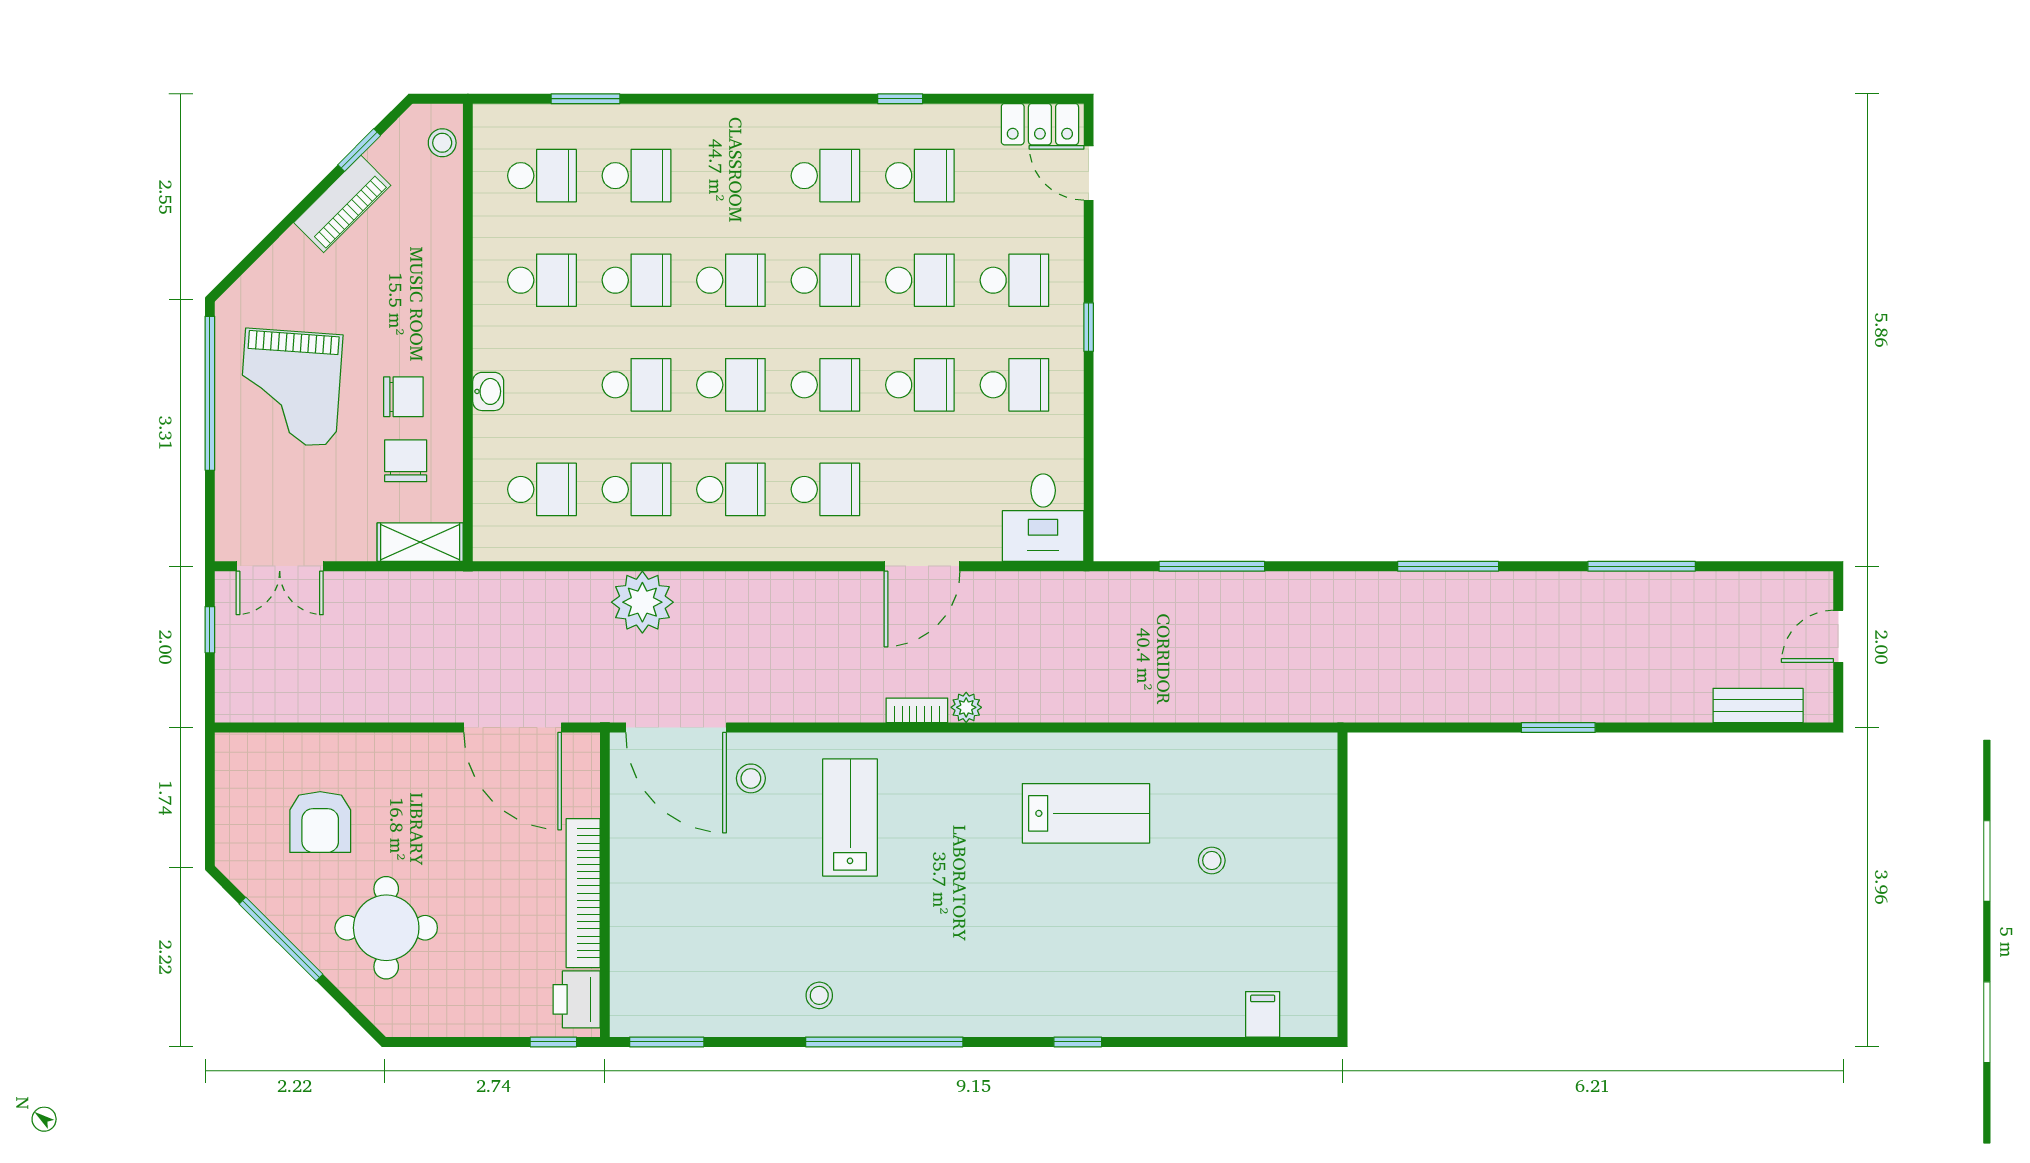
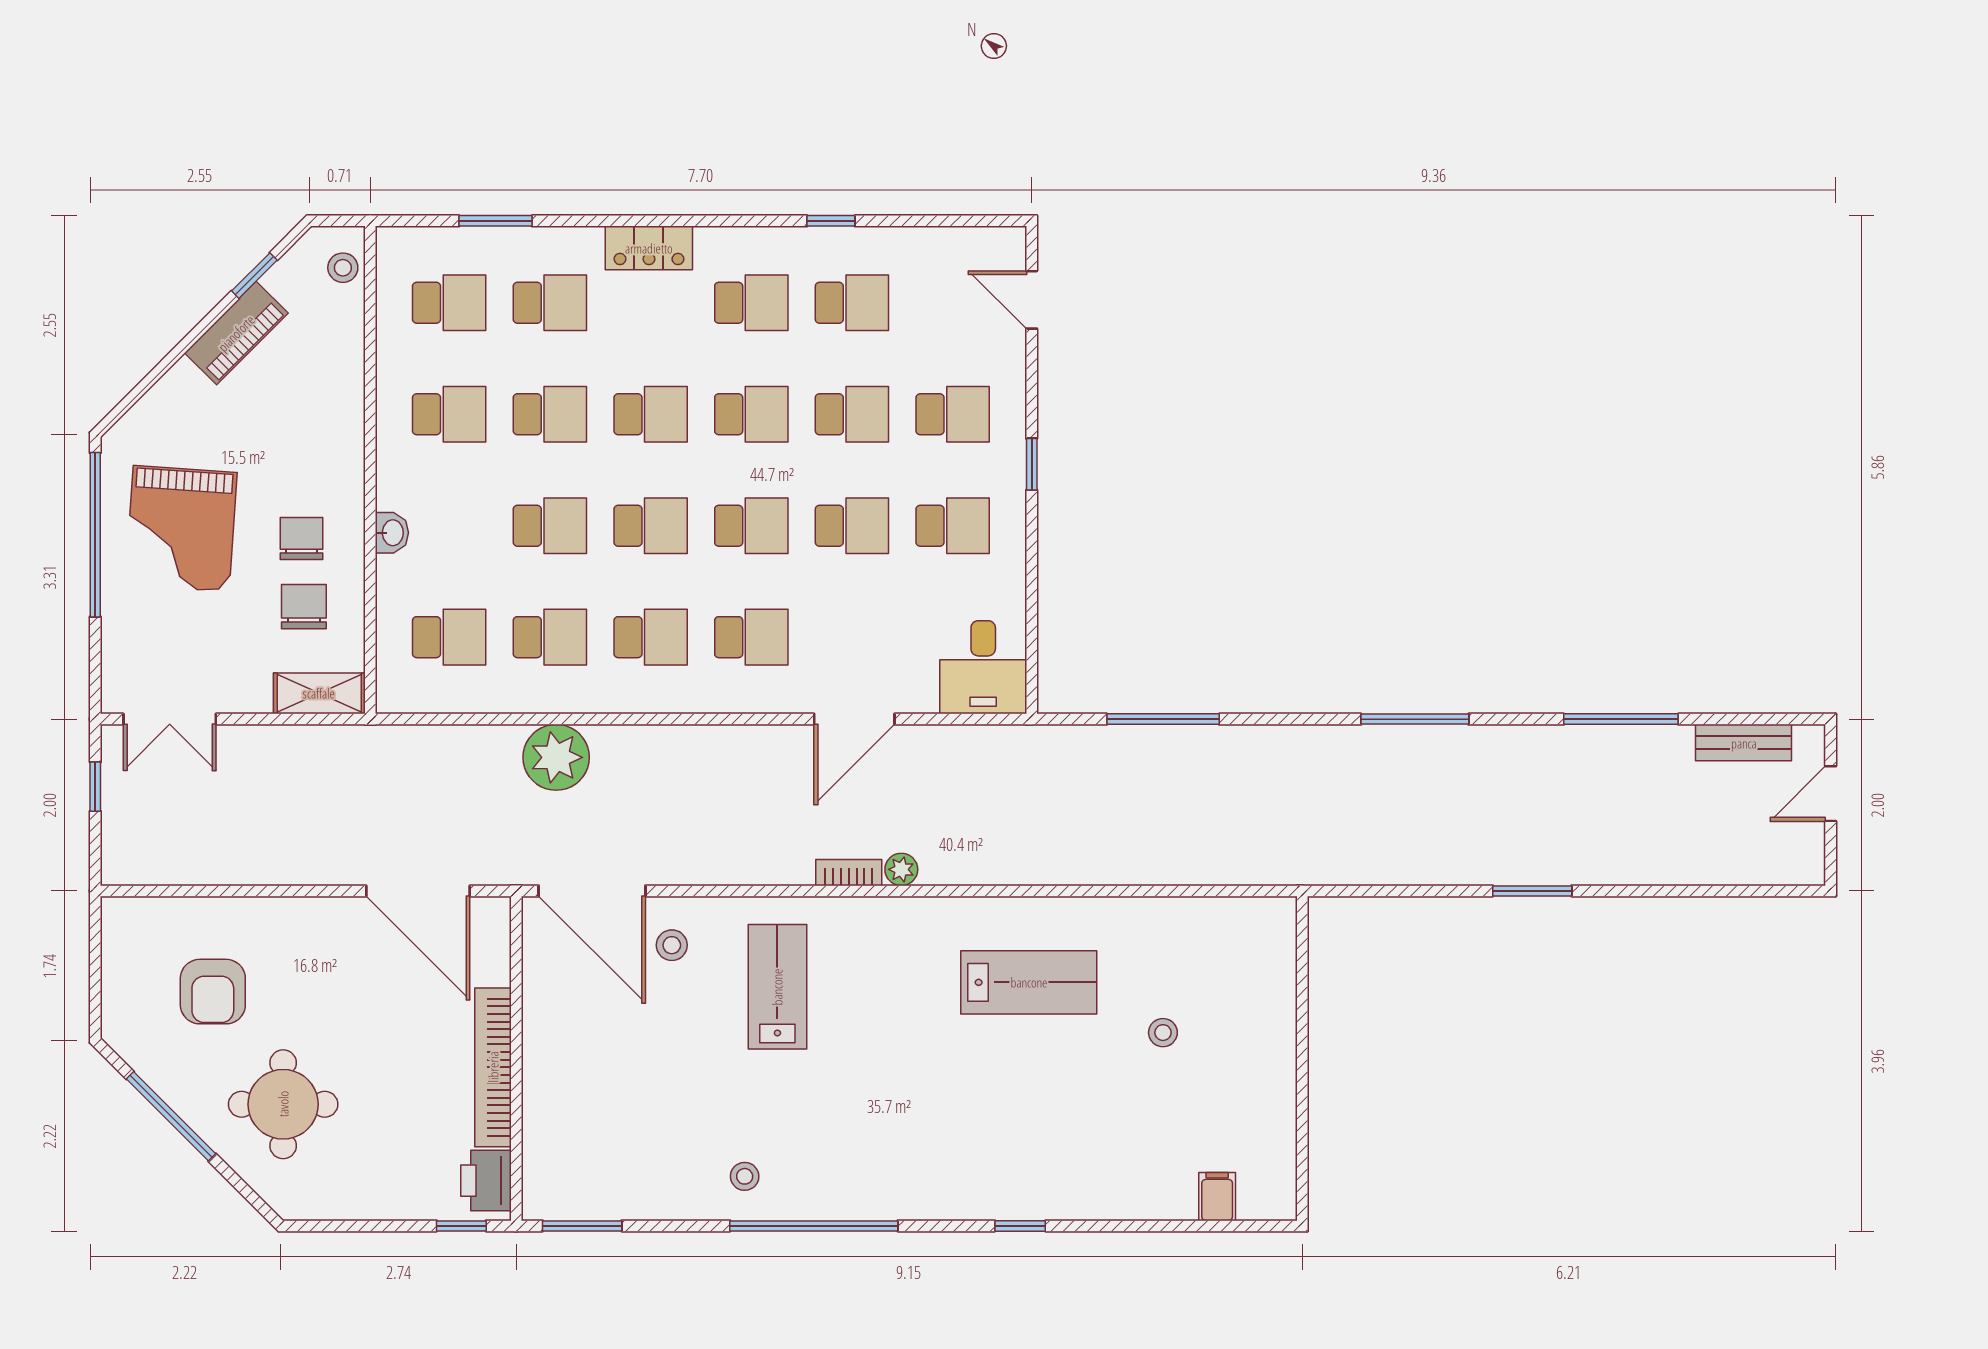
locker: (1040, 124) -> (649, 248), moved
chair: (403, 397) -> (302, 538), turned -90
bench: (1758, 706) -> (1744, 743), moved

